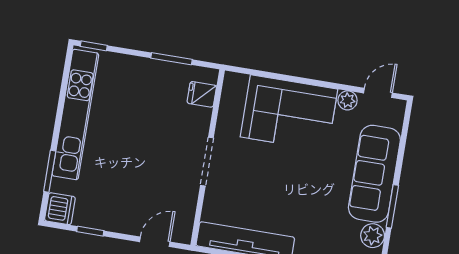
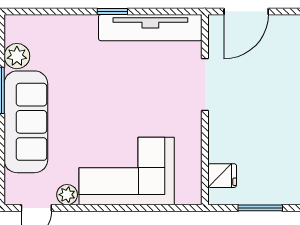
doorway: (207, 162) -> (205, 85), moved
door: (155, 242) -> (246, 11), width x1.38

